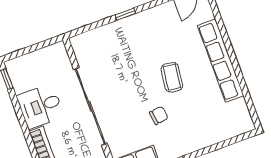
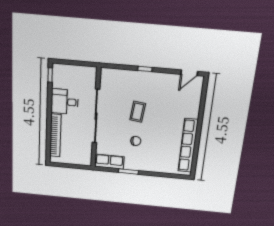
row of seats: (221, 61) -> (188, 146), moved
coffee table: (172, 77) -> (138, 112), moved

